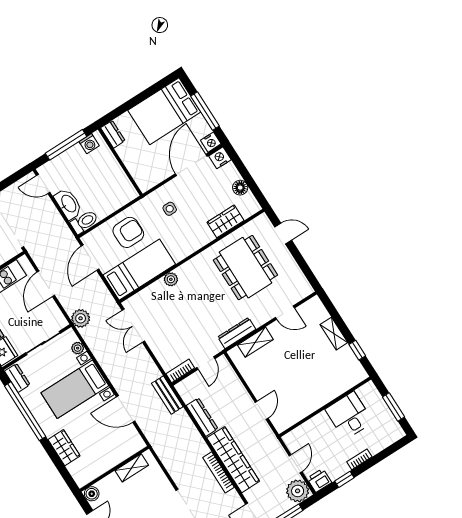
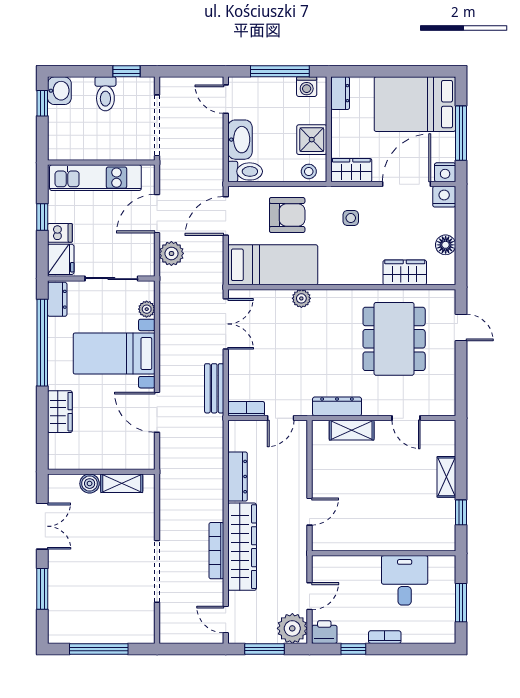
shower: (114, 175) -> (312, 140), added
wardrobe: (151, 178) -> (351, 170), added
stool: (125, 196) -> (309, 171), added
plant: (81, 318) -> (171, 253), moved
double door: (133, 326) -> (226, 324), swing flipped
bench: (167, 395) -> (214, 388), moved
boiler: (92, 494) -> (90, 484), moved

